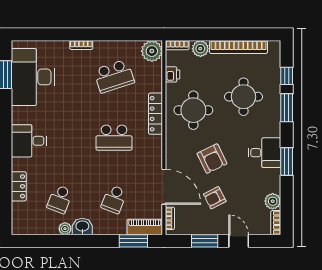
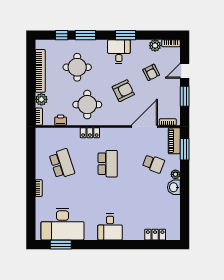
plant: (152, 51) -> (43, 136), removed
locker: (156, 114) -> (90, 133), width x0.66
locker: (19, 186) -> (155, 235), moved
armchair: (215, 198) -> (151, 72), moved
school desk: (60, 199) -> (154, 204), removed
plant: (65, 229) -> (175, 174), moved

